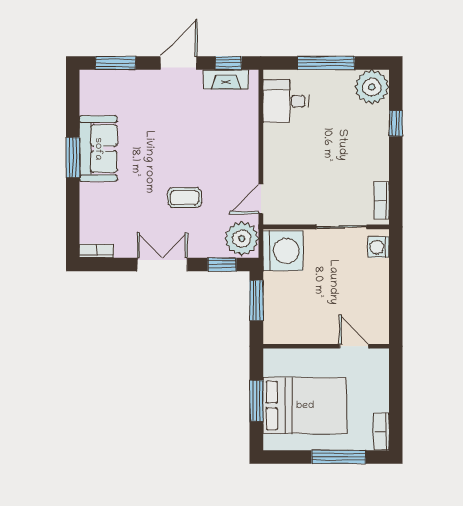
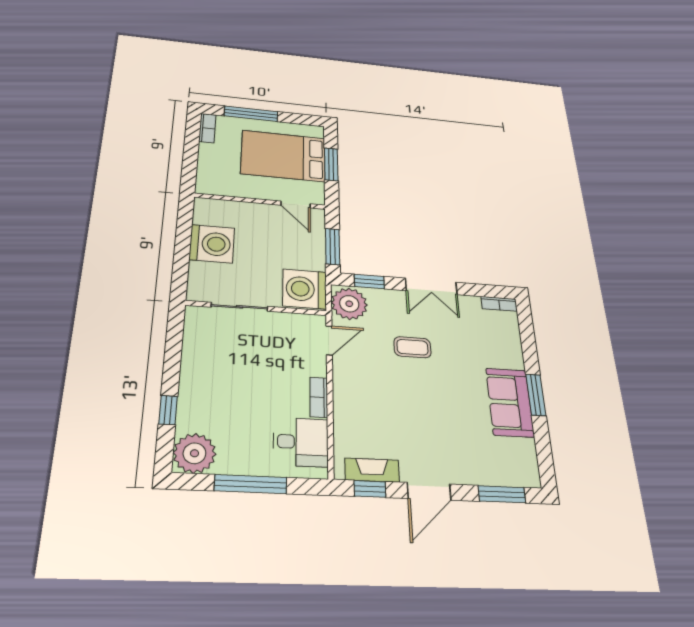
bookcase: (382, 200) -> (319, 397), moved, turned 180
washing machine: (379, 247) -> (212, 244), moved, width x1.89, depth x1.89
door: (354, 346) -> (295, 204), moved

